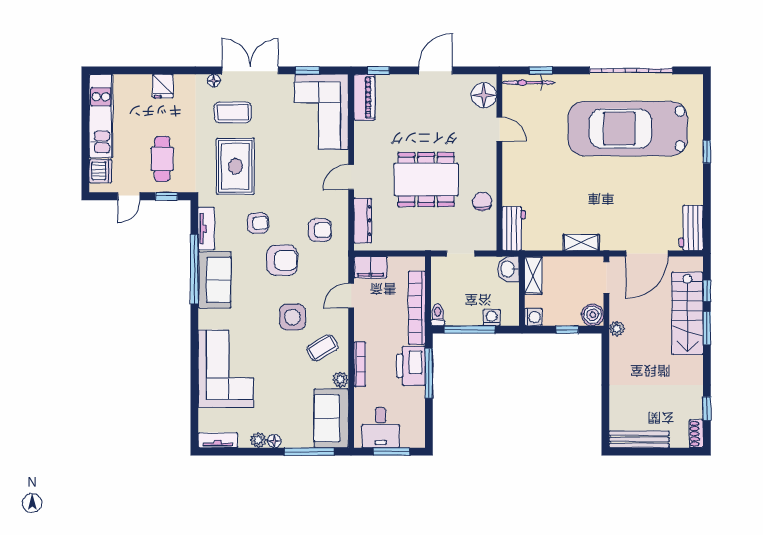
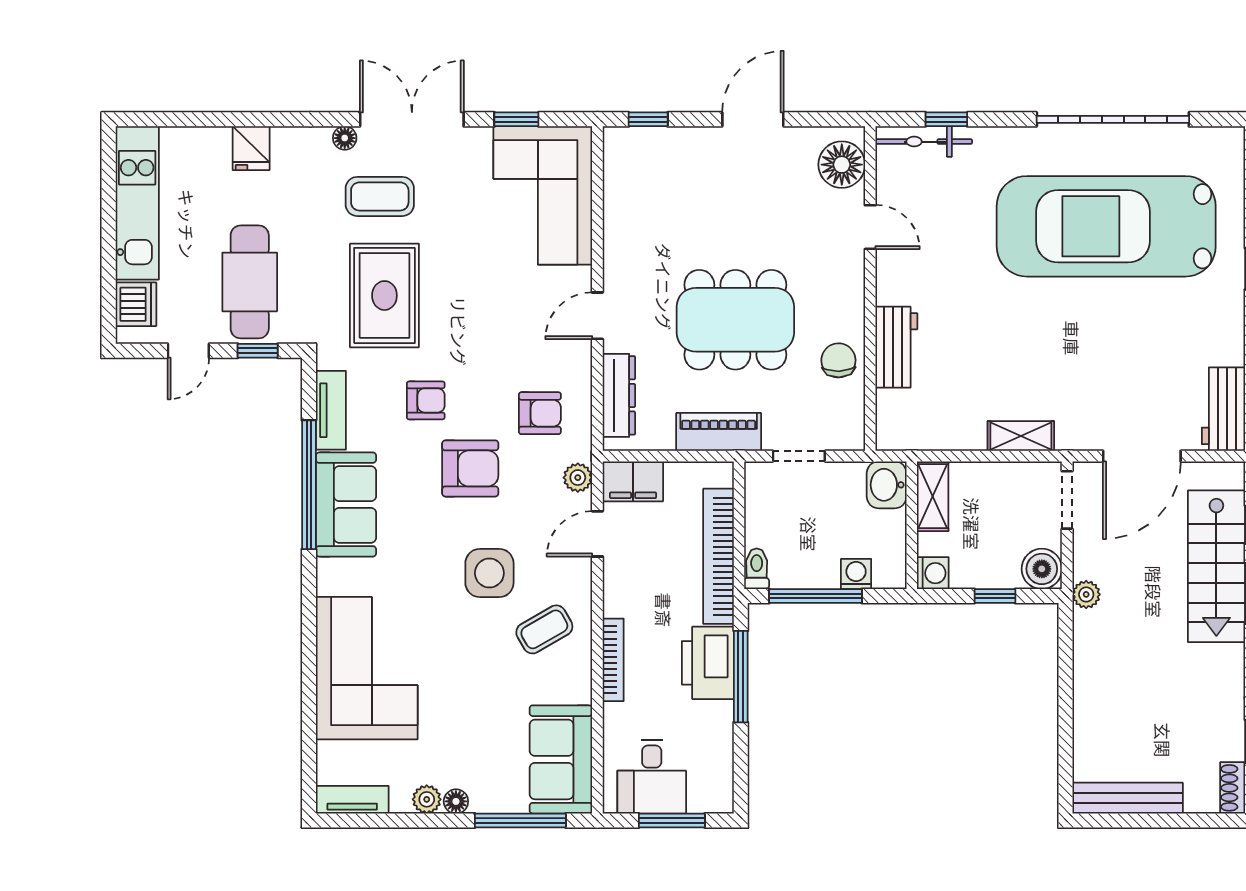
piano: (364, 97) -> (719, 432), moved, turned -90
cafe table: (162, 159) -> (250, 282), width x1.37, depth x1.35
workbench: (514, 229) -> (896, 347), moved
plant: (340, 380) -> (578, 478), moved

